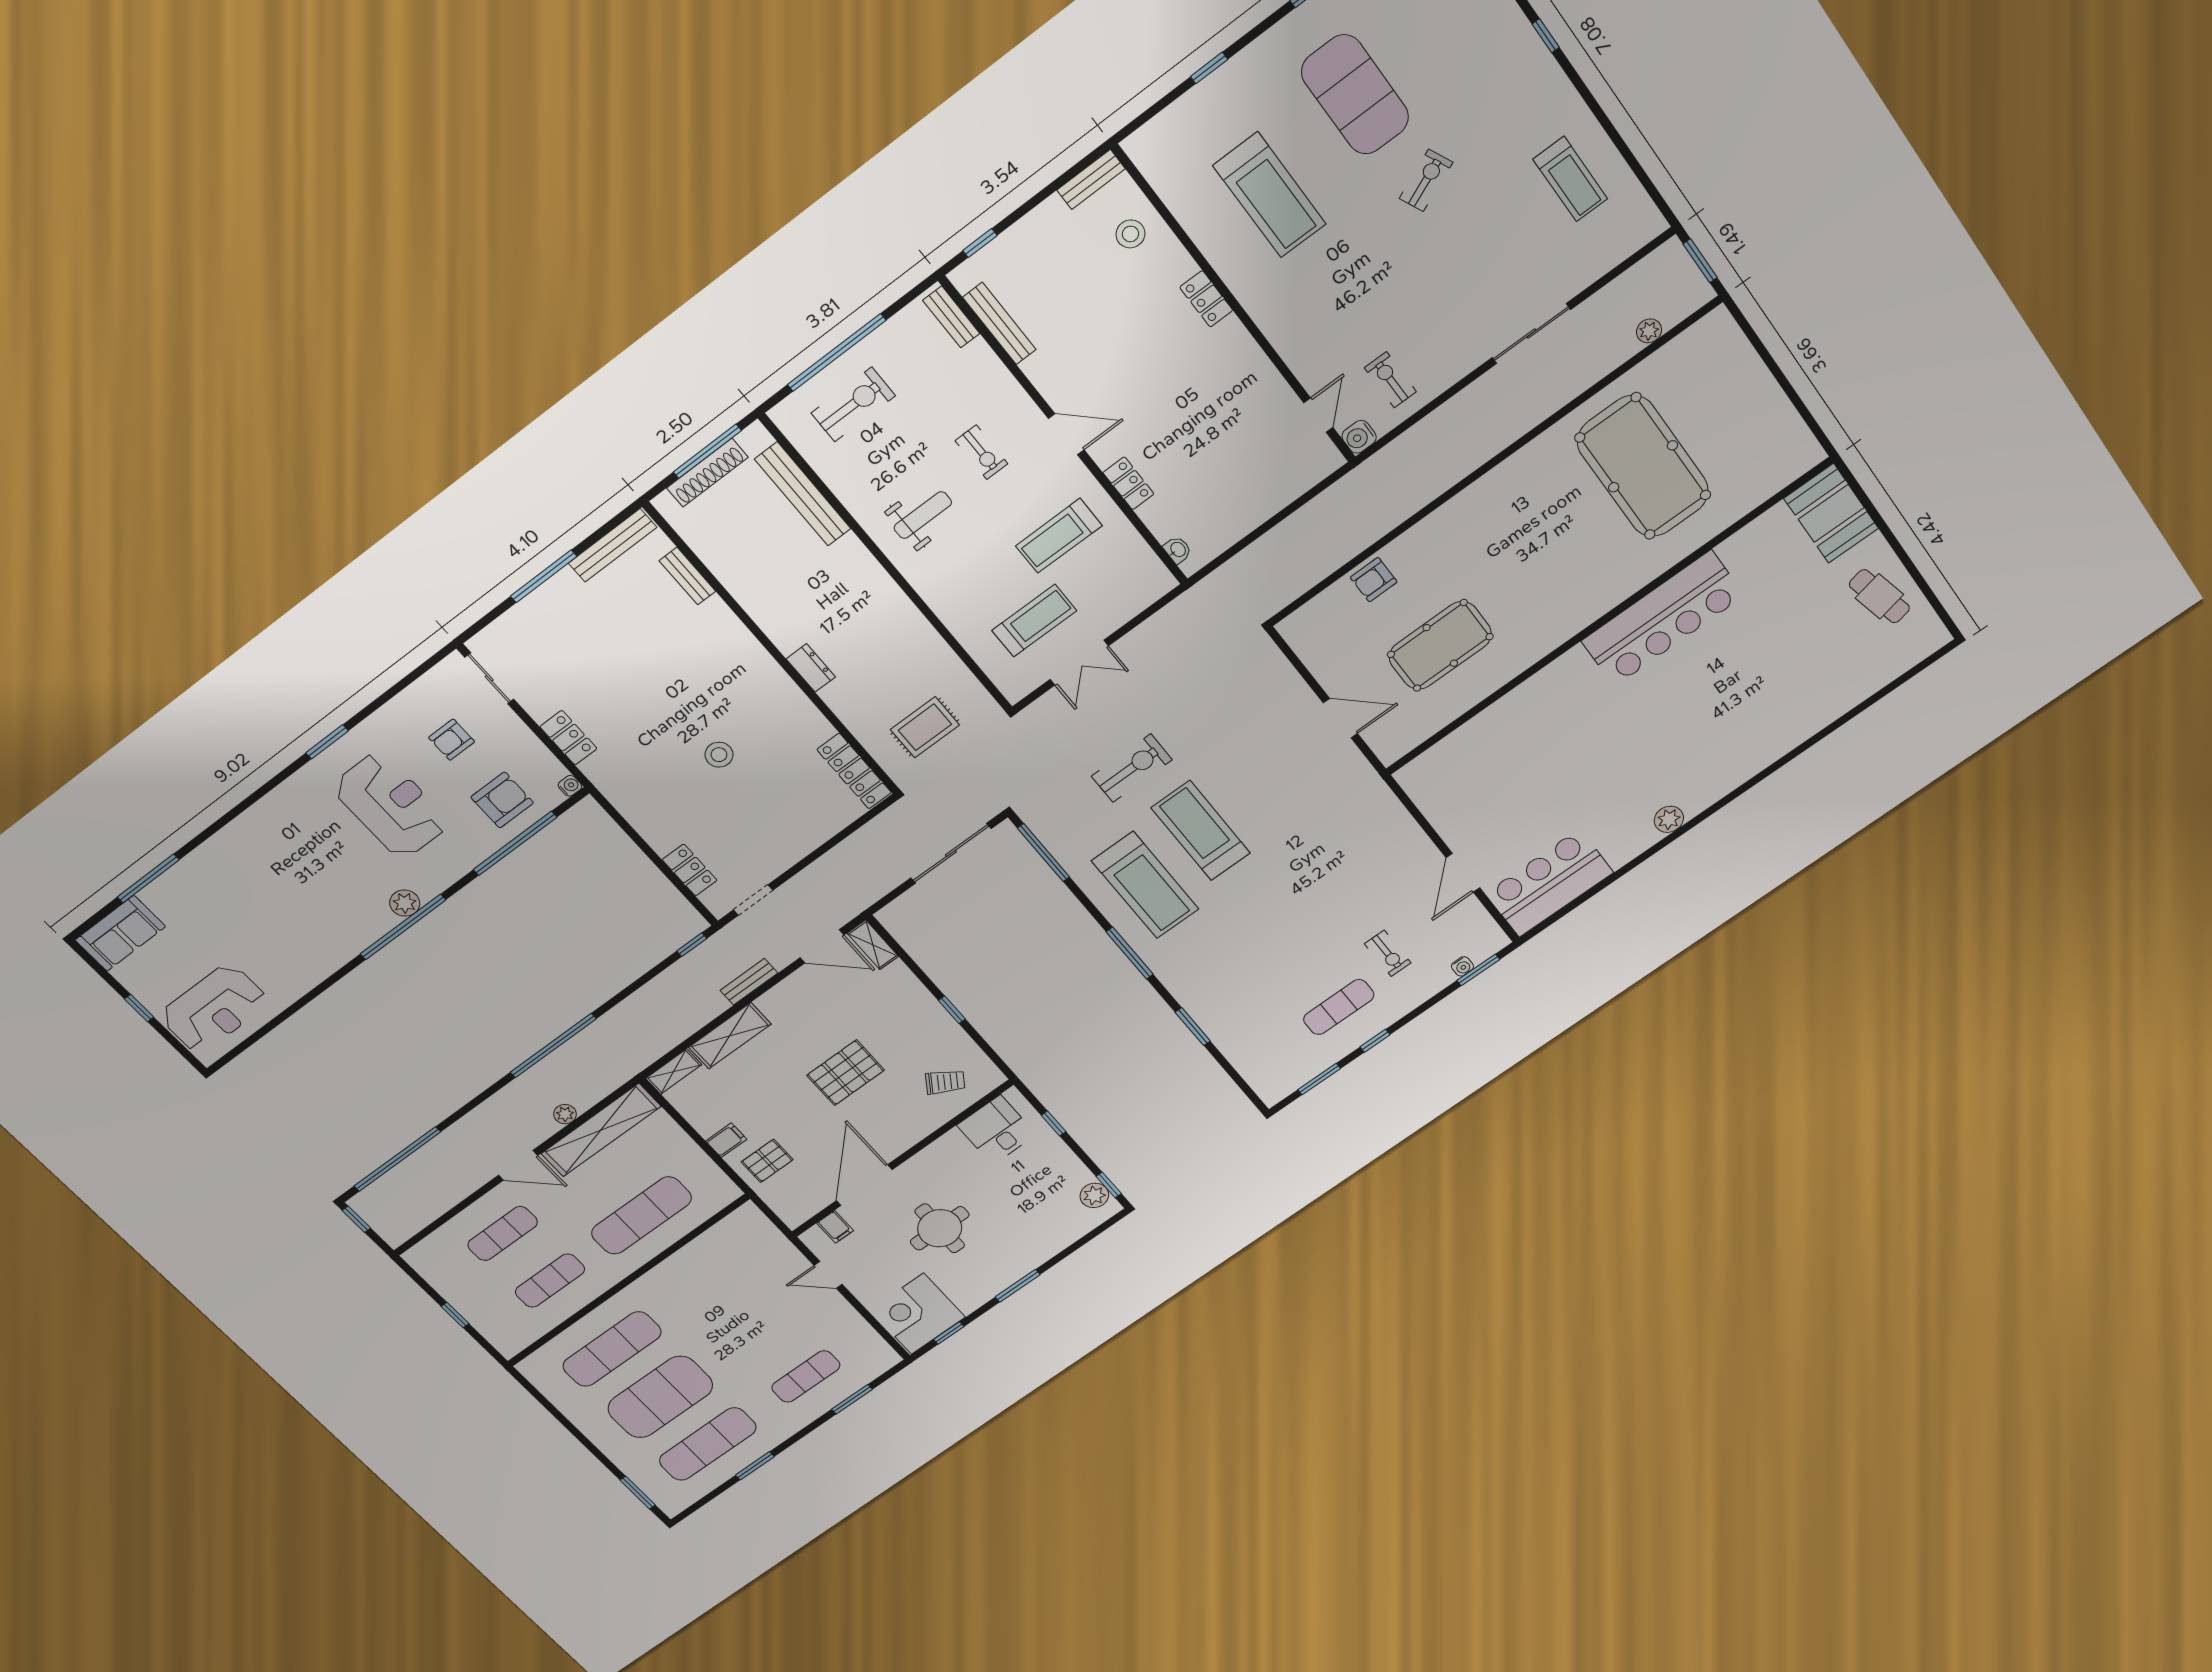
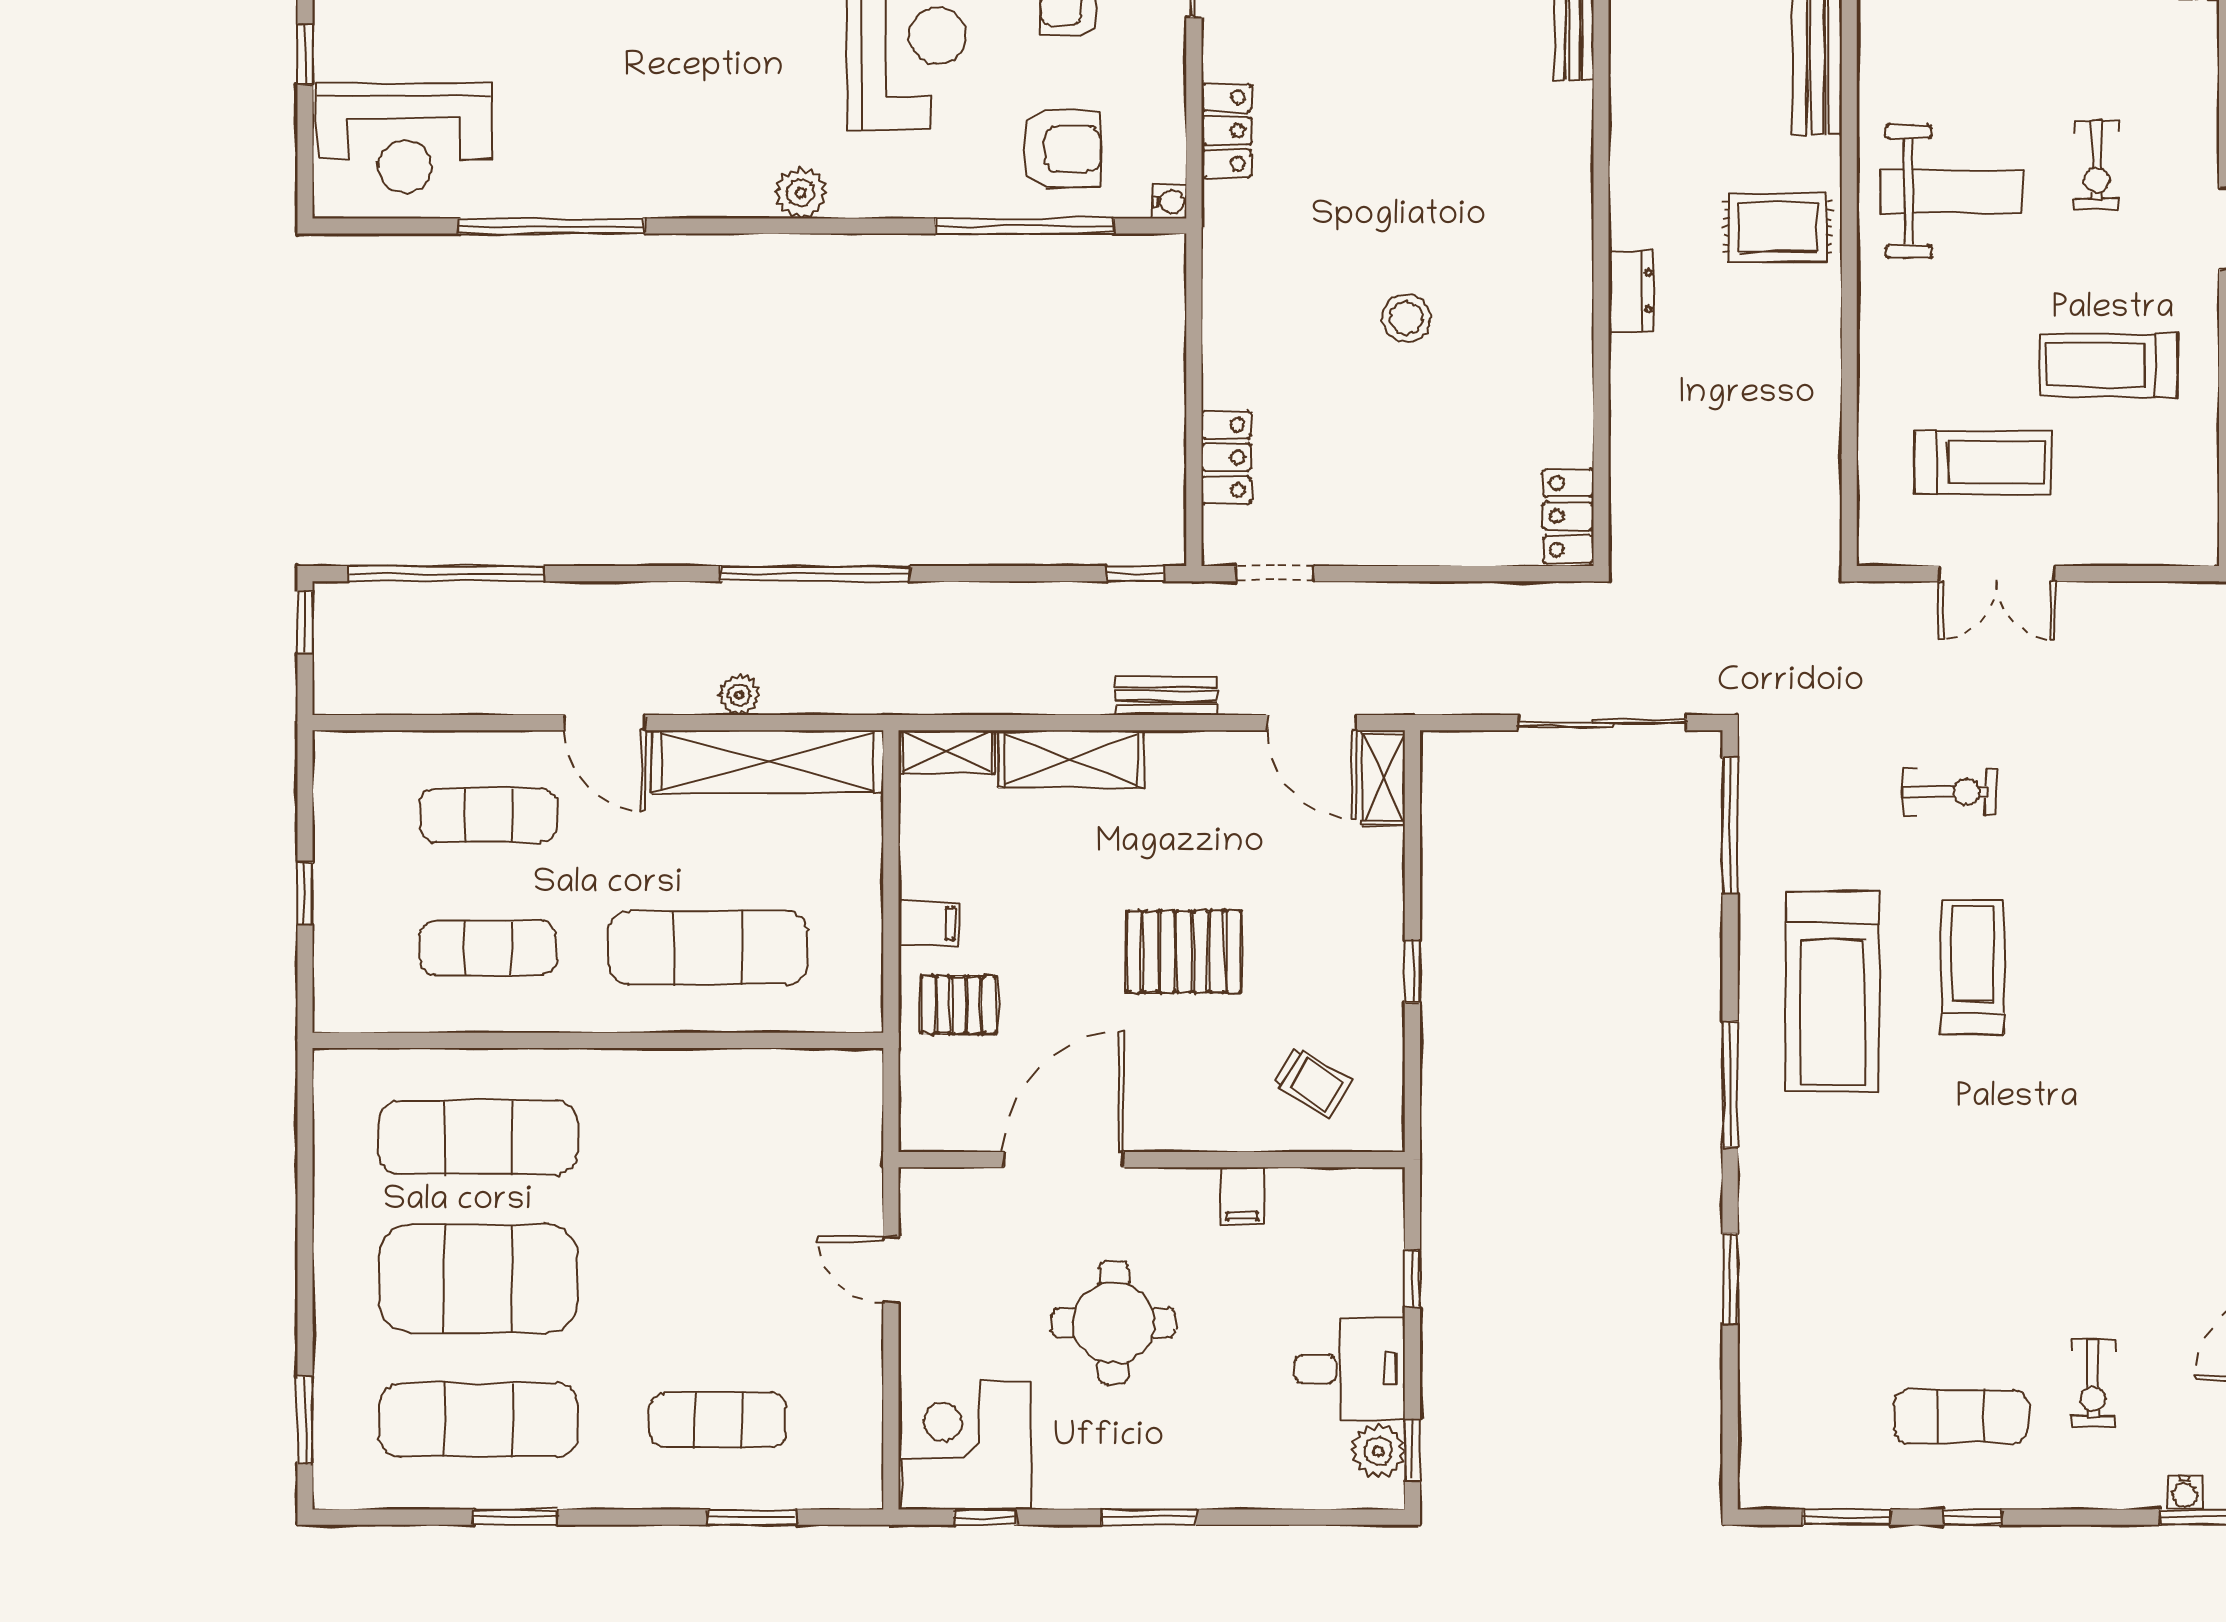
weight bench: (923, 515) -> (1951, 191), width x1.36, depth x1.33
rug: (925, 727) -> (1777, 227), moved
exercise bike: (1132, 768) -> (1949, 792), width x0.73, depth x0.72
locker: (854, 771) -> (1568, 516), width x0.66
treadmill: (1201, 830) -> (1973, 967), width x0.73, depth x0.73
window: (403, 927) -> (552, 226), moved
desk: (997, 1130) -> (1350, 1369), moved, turned 90
filing cabinet: (835, 1227) -> (1242, 1196), moved

